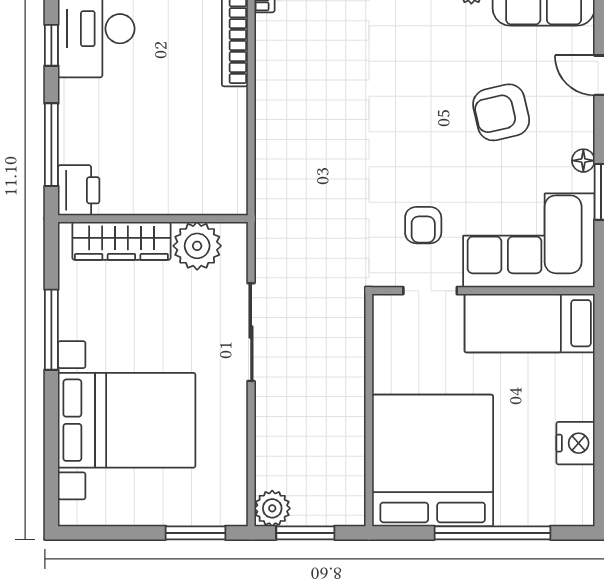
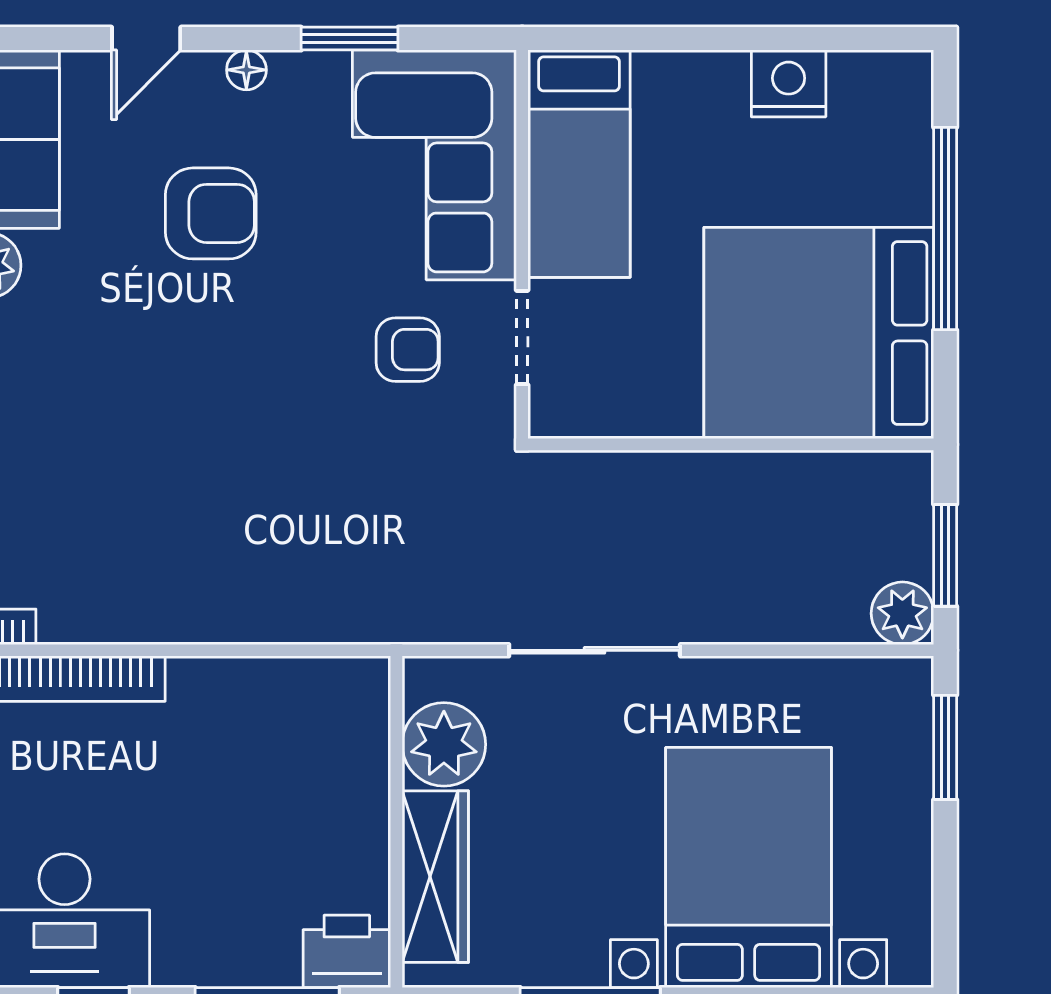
armchair: (501, 112) -> (211, 213), turned -77
floor lamp: (583, 161) -> (246, 70), moved

